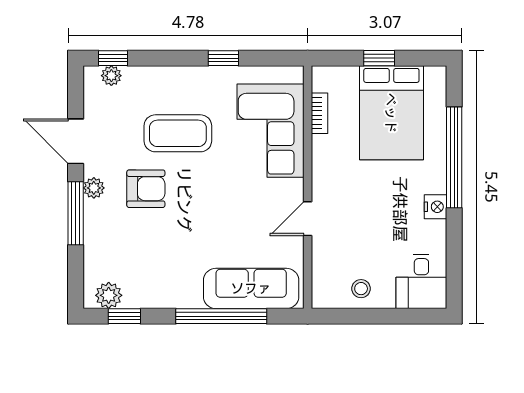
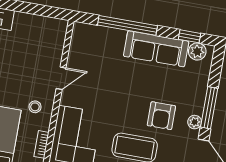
armchair: (146, 189) -> (161, 116), turned -90
sofa: (251, 288) -> (156, 49), moved
stool: (361, 289) -> (35, 107), moved

